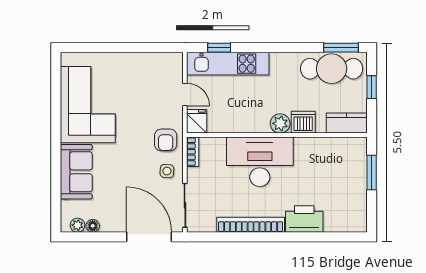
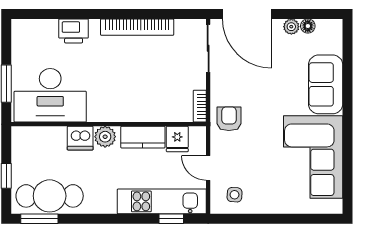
fridge: (197, 121) -> (177, 139), moved
kitchen counter: (347, 123) -> (143, 137), moved
desk: (260, 162) -> (50, 95), moved
side table: (167, 171) -> (235, 195), moved
printer: (304, 219) -> (74, 31), width x0.73, depth x0.84
plant: (77, 225) -> (291, 27), moved

